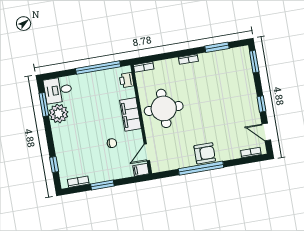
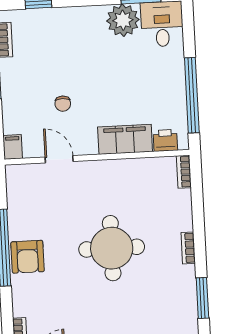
round table: (164, 108) -> (112, 248), moved
filing cabinet: (130, 114) -> (125, 139), moved
door: (147, 152) -> (59, 159), moved

